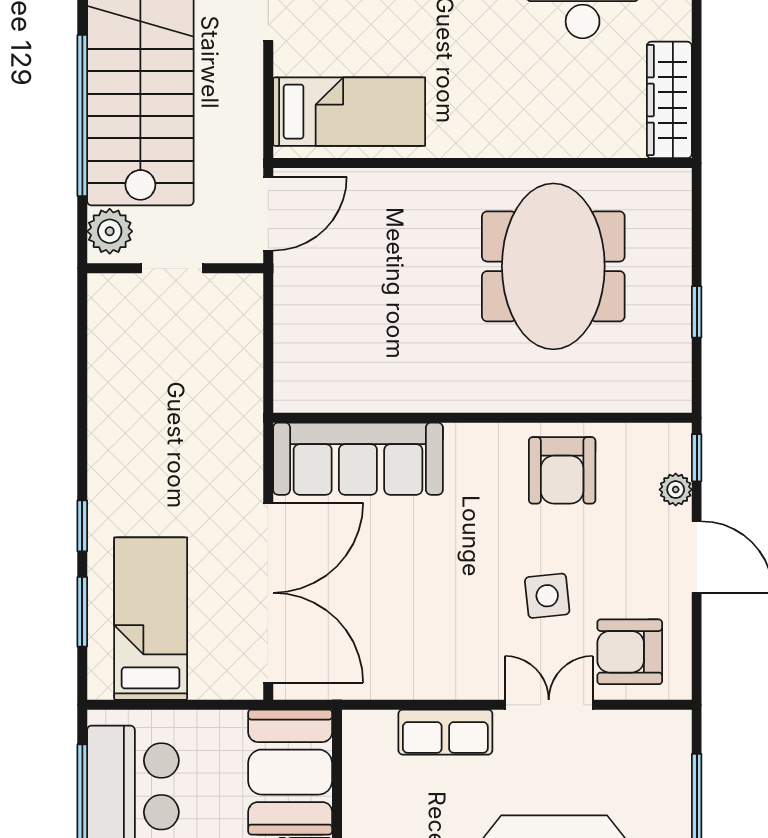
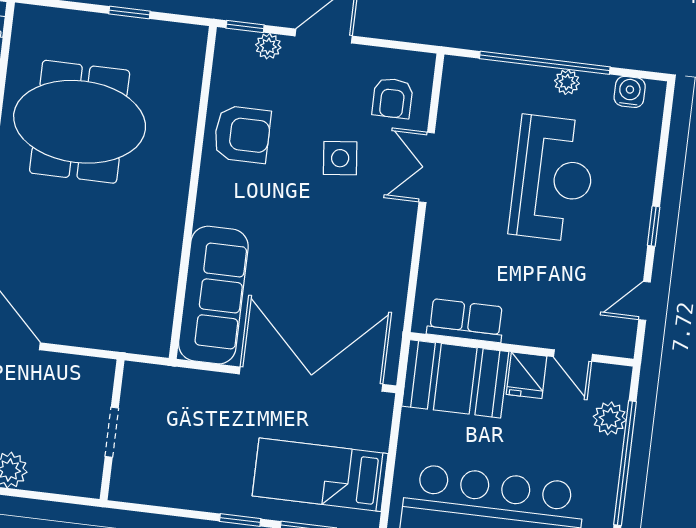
doorway: (172, 268) -> (112, 432), moved
wall: (175, 268) -> (112, 430), moved
armchair: (630, 652) -> (392, 98), width x0.72, depth x0.72
row of seats: (445, 732) -> (466, 321), moved, turned -90

